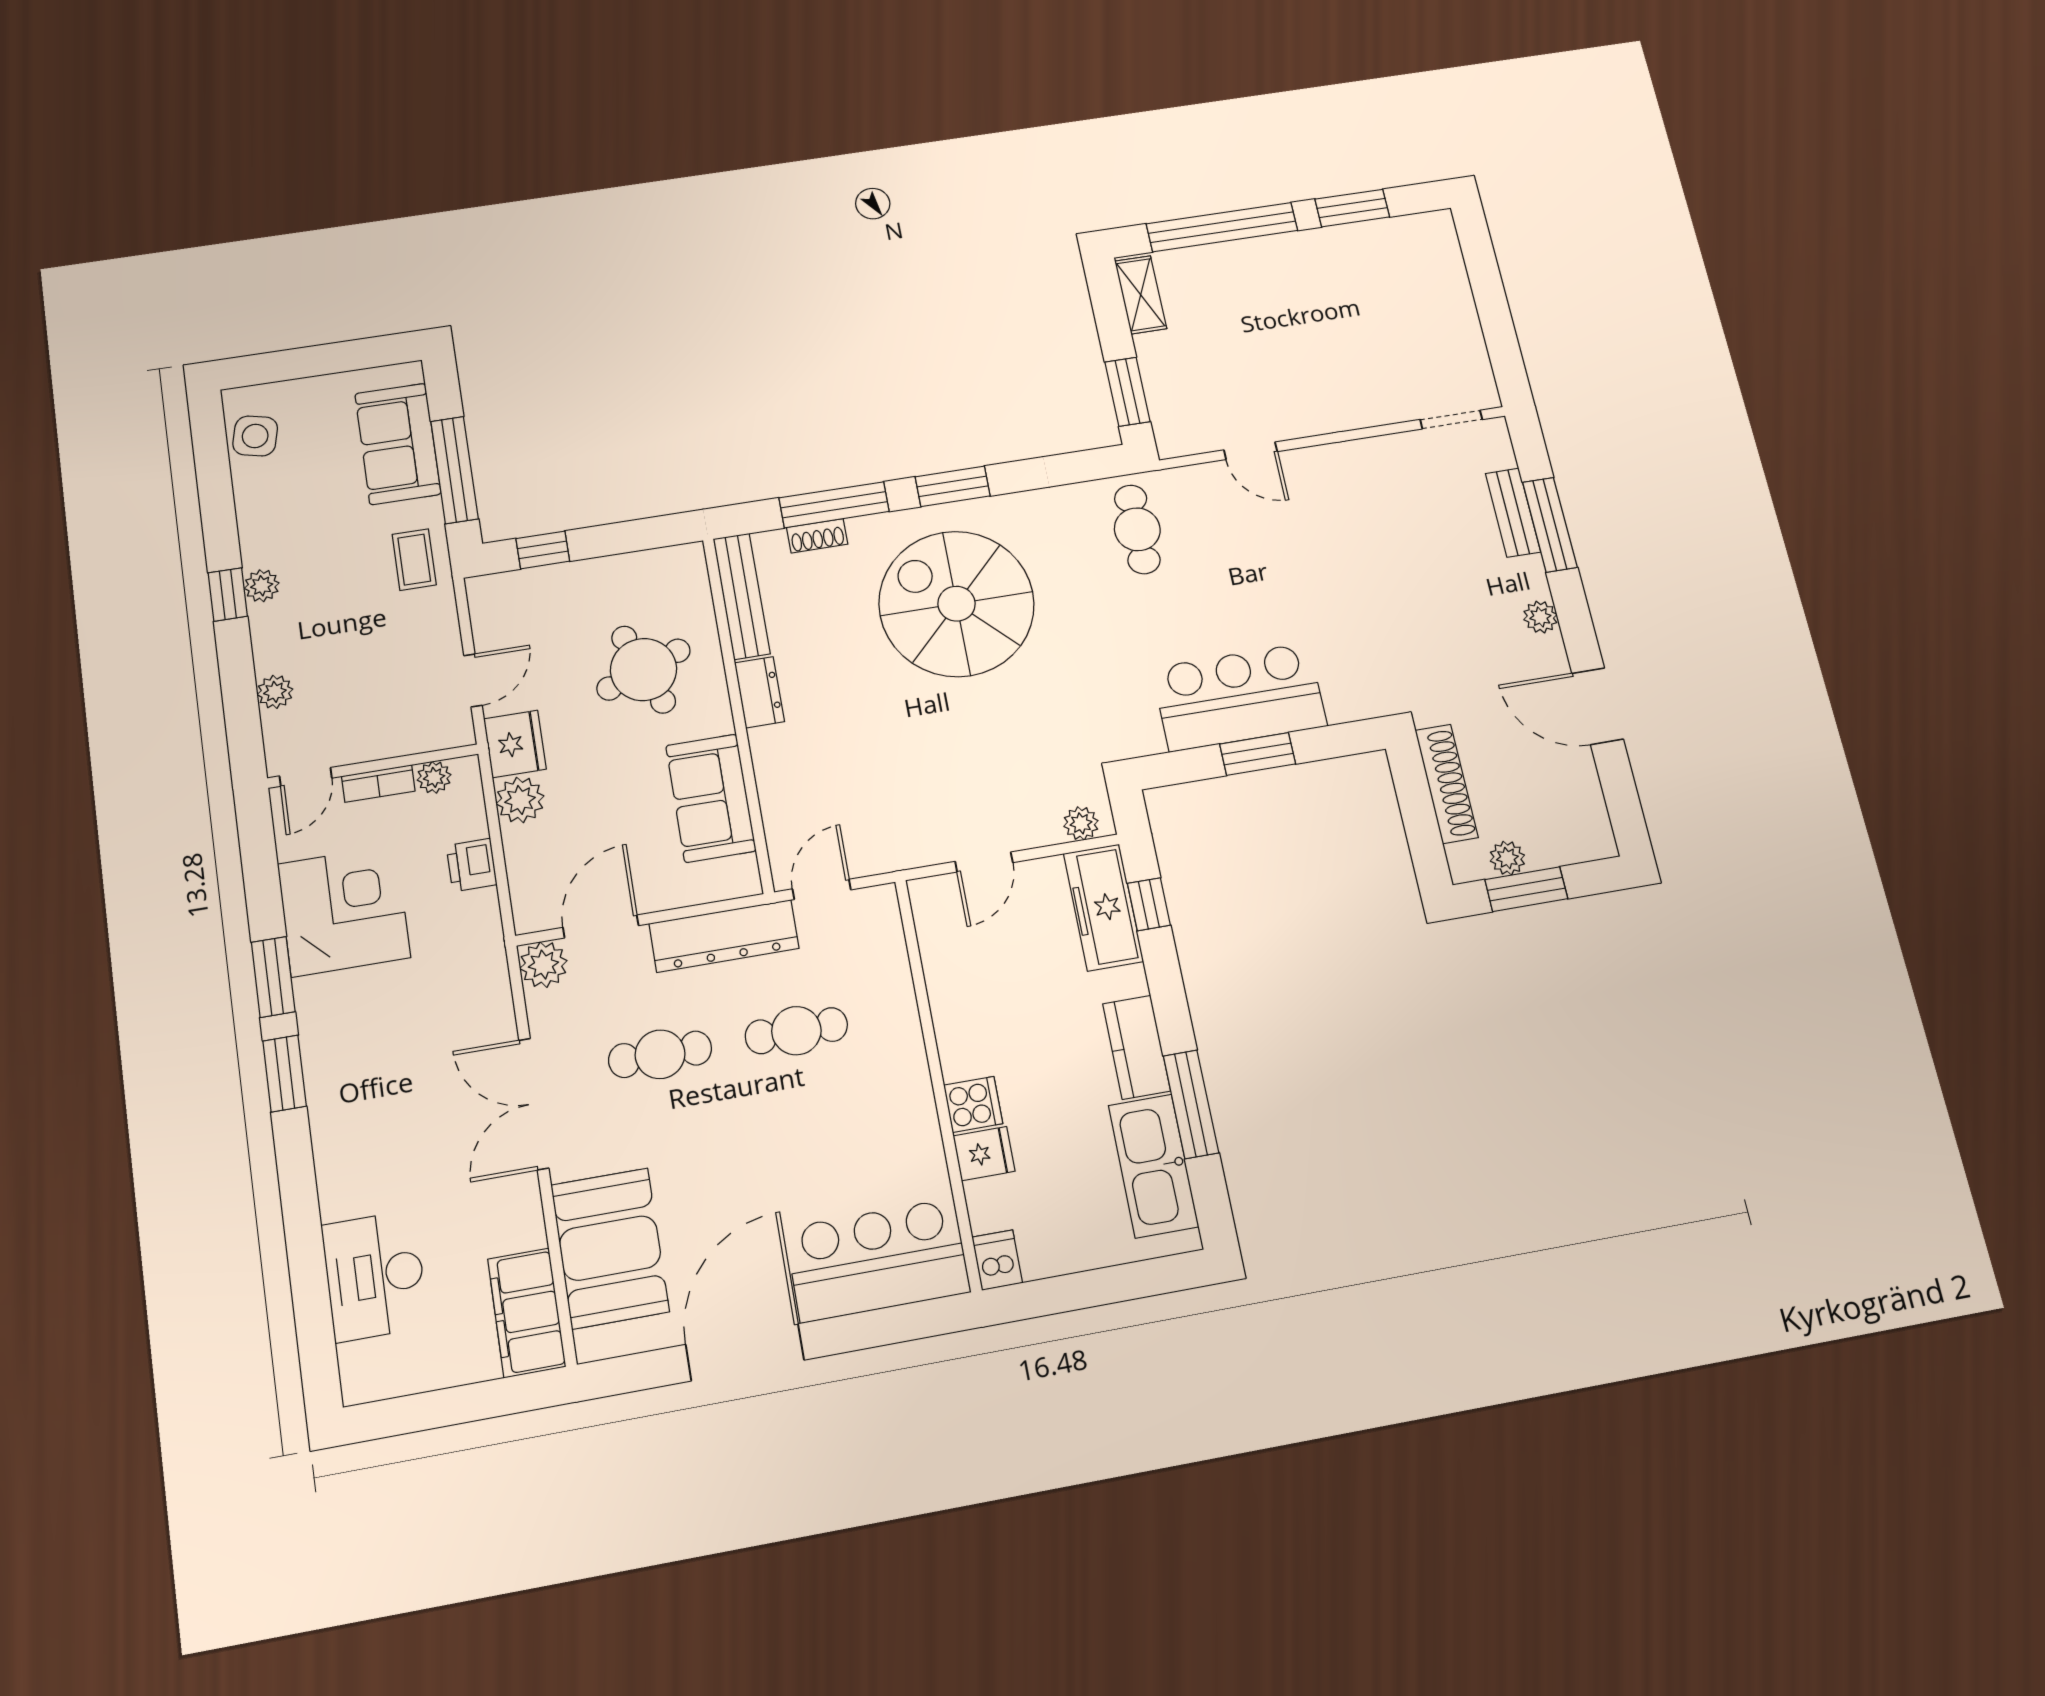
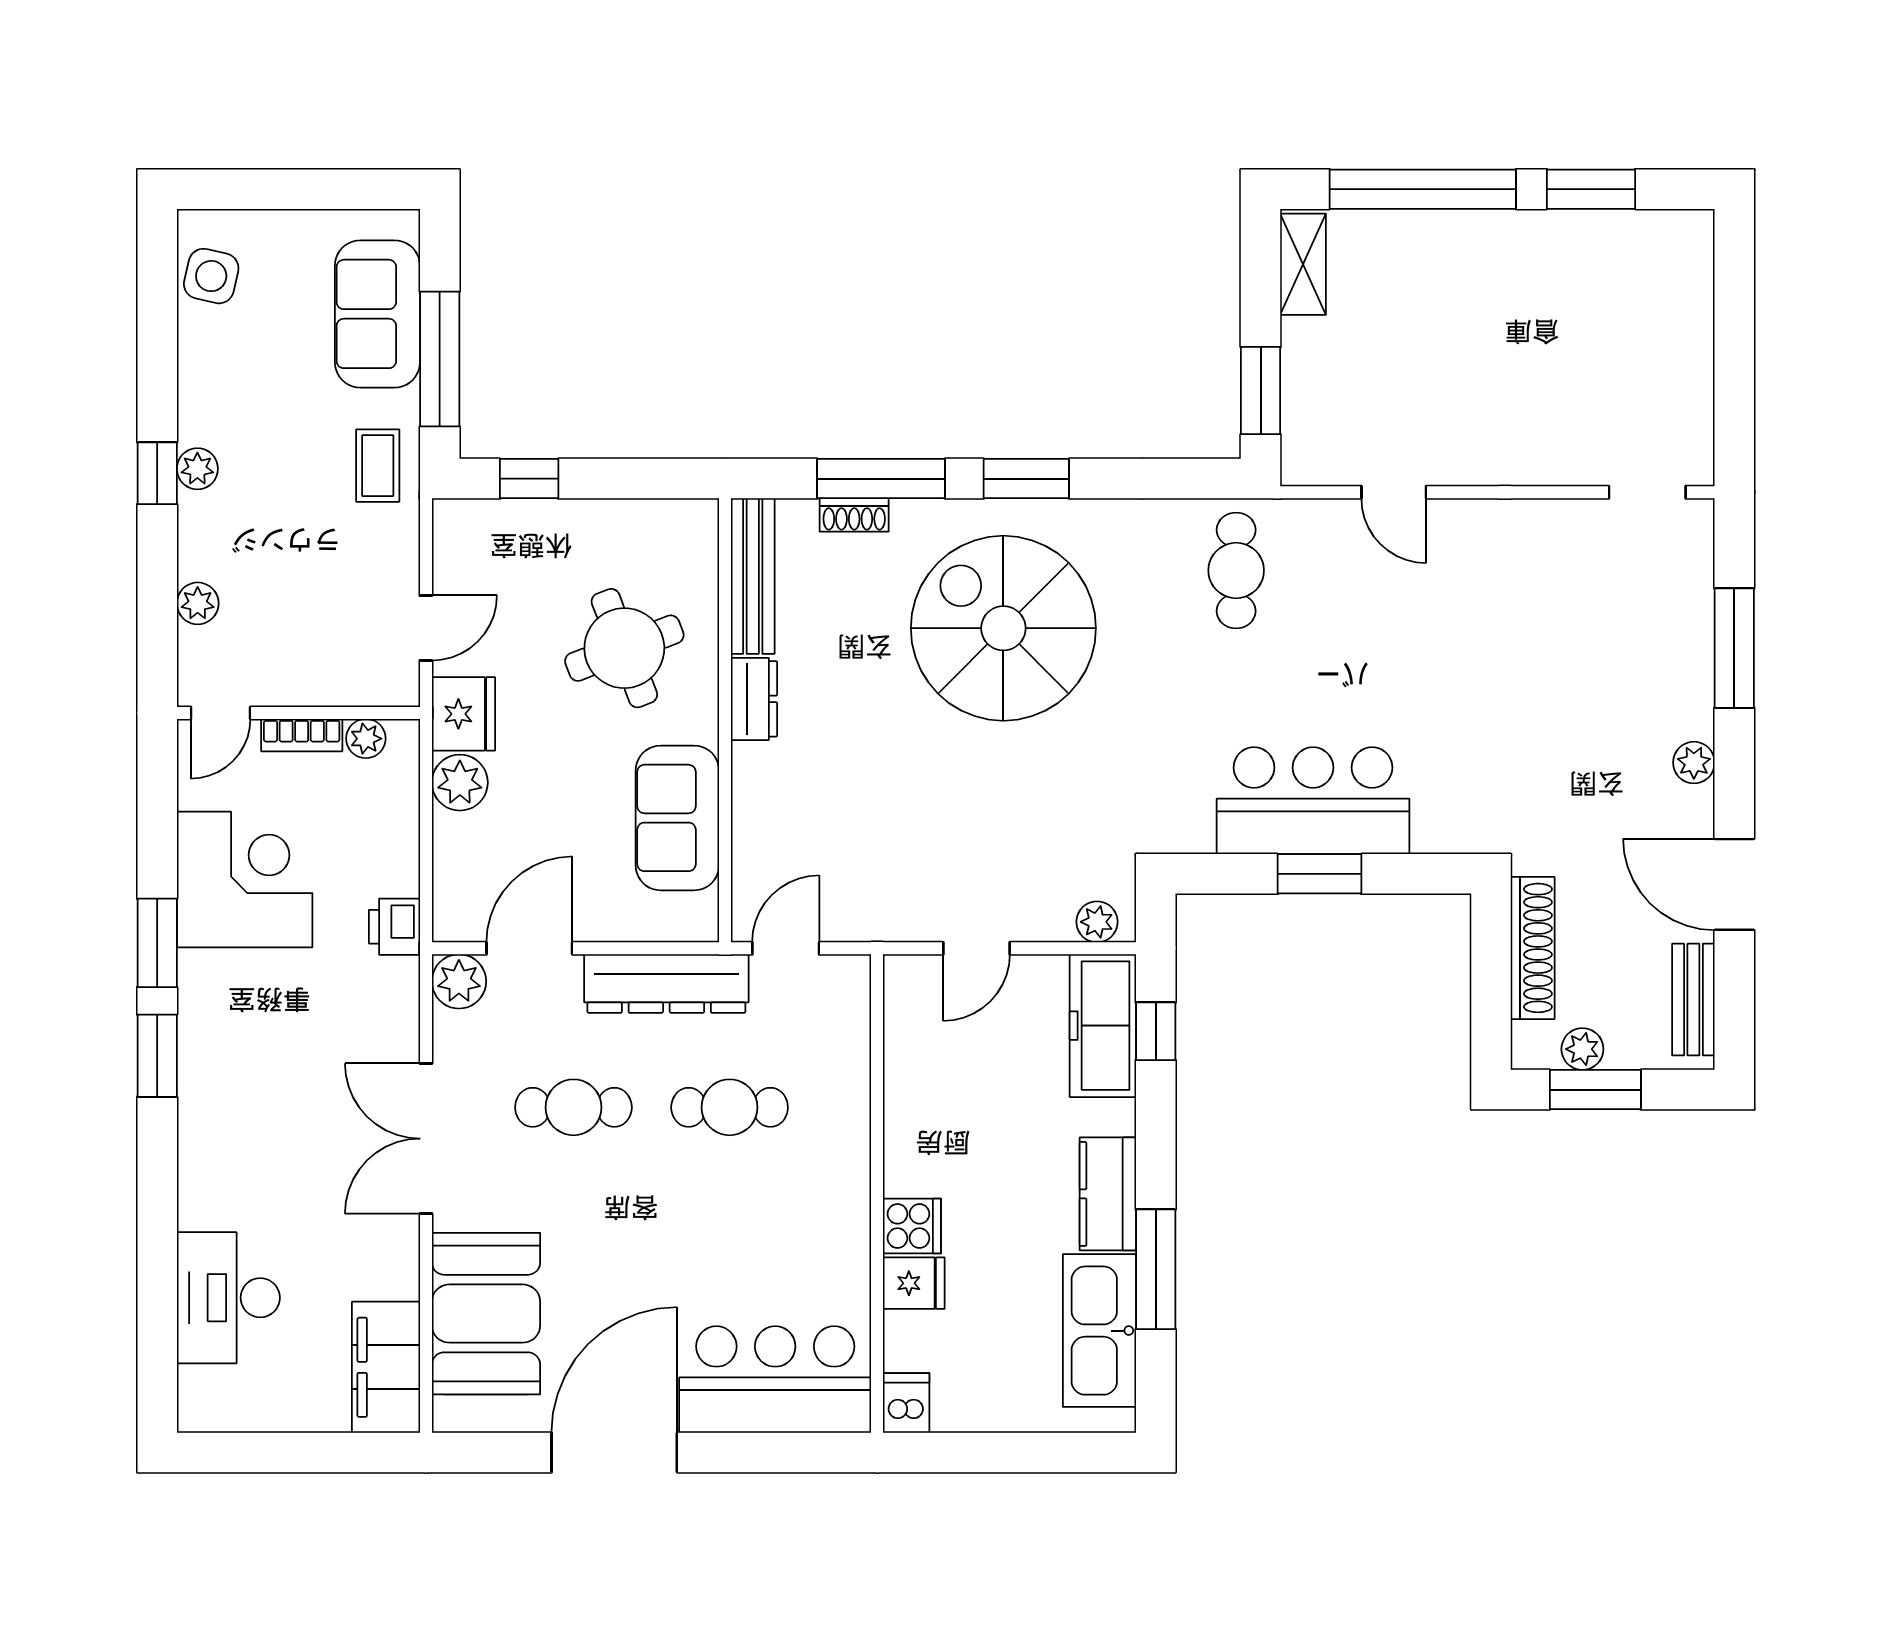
bench: (1513, 513) -> (1693, 1000), moved
printer: (472, 865) -> (394, 927), moved

